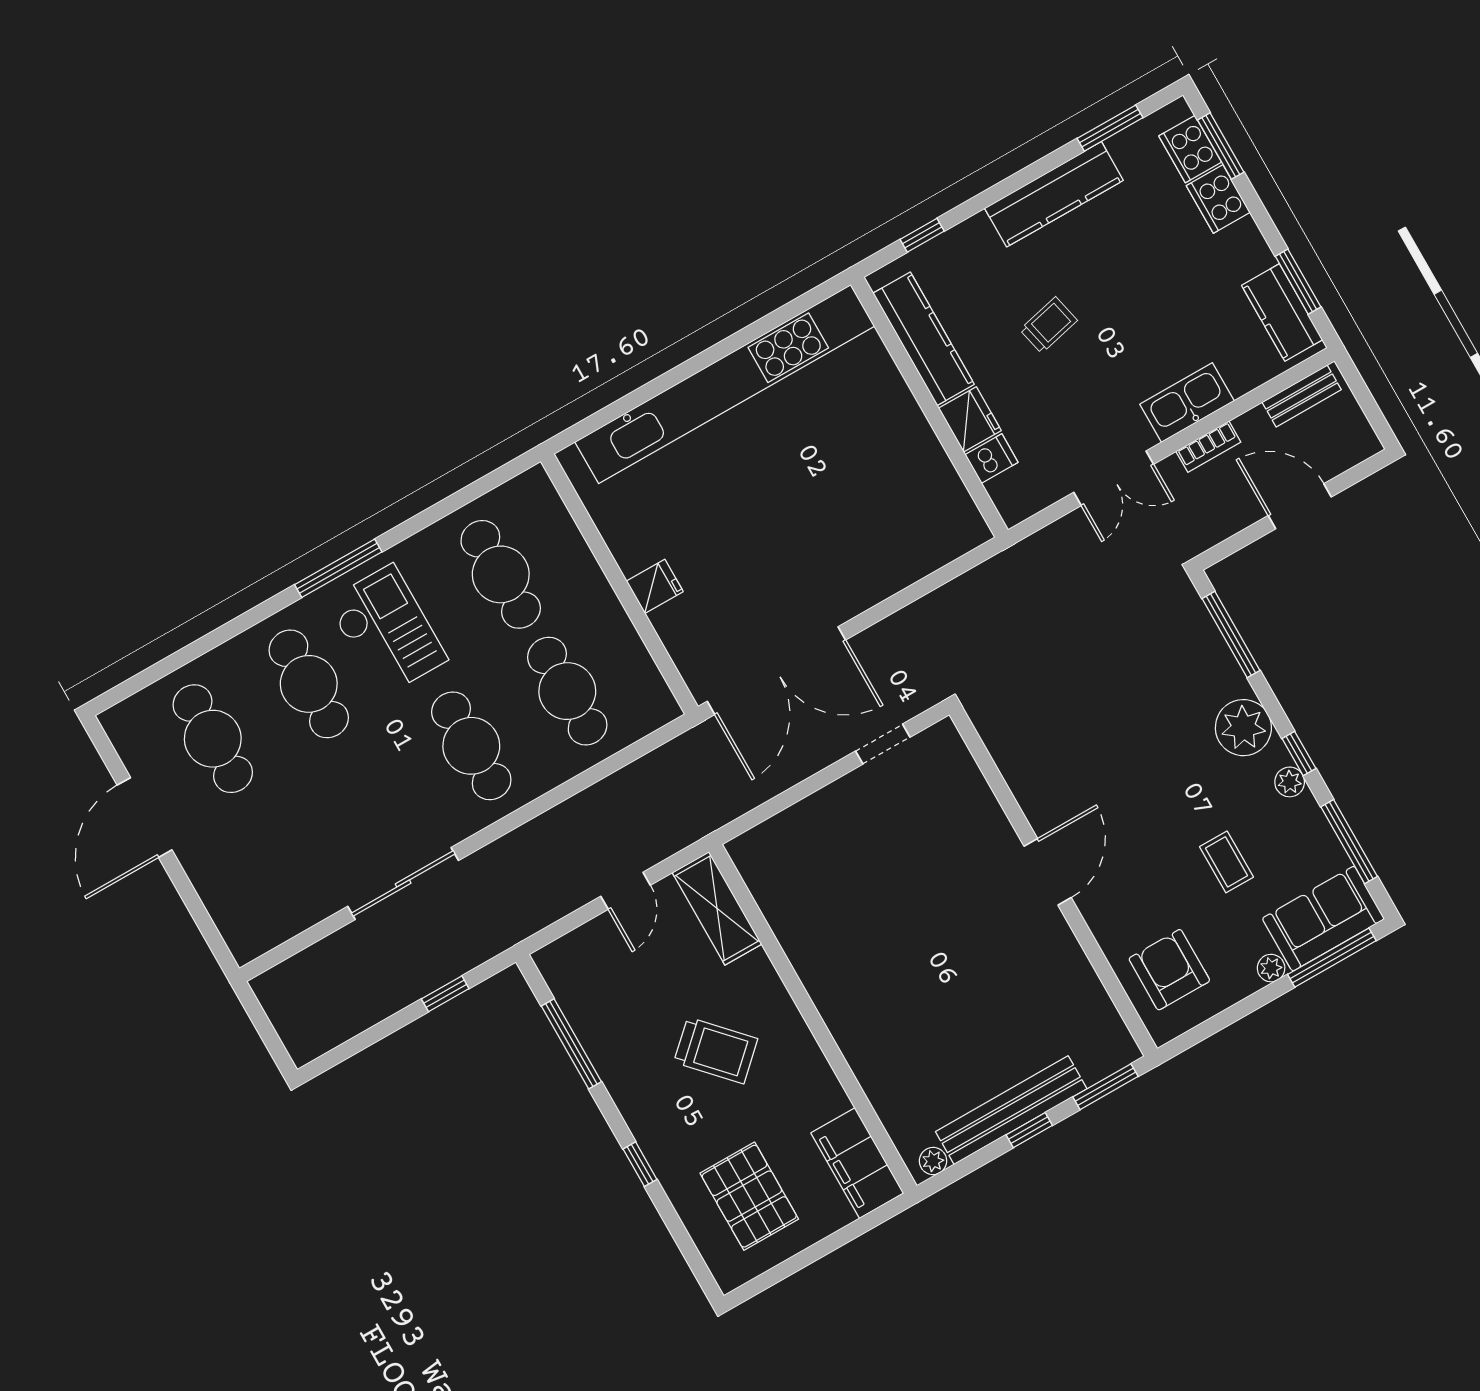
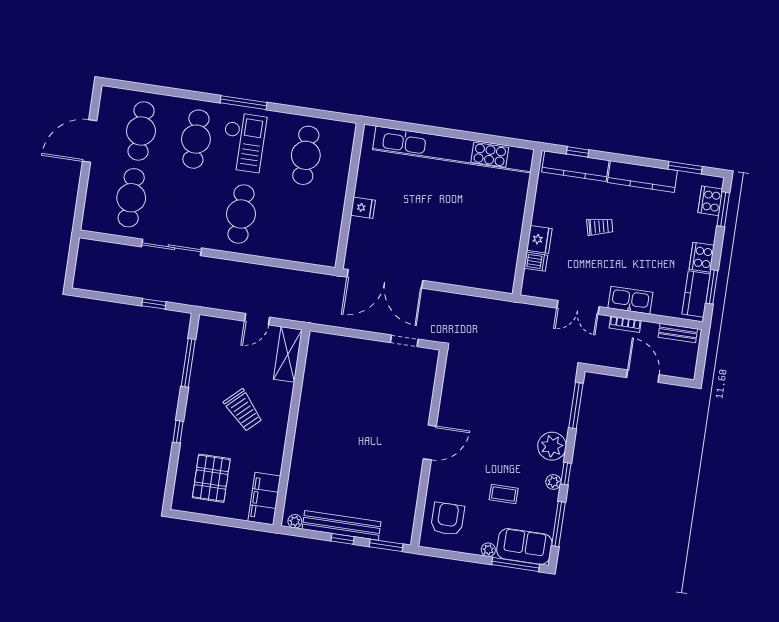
cooker: (1218, 199) -> (702, 257), moved
kitchen counter: (924, 339) -> (575, 166), moved, turned 90
cafe table: (567, 691) -> (131, 198), moved
coffee table: (1226, 862) -> (504, 494), turned 90

